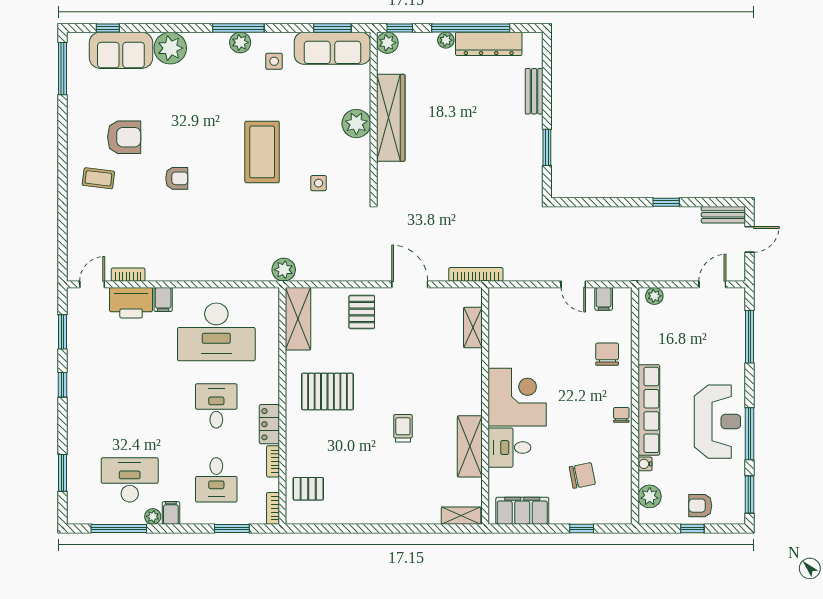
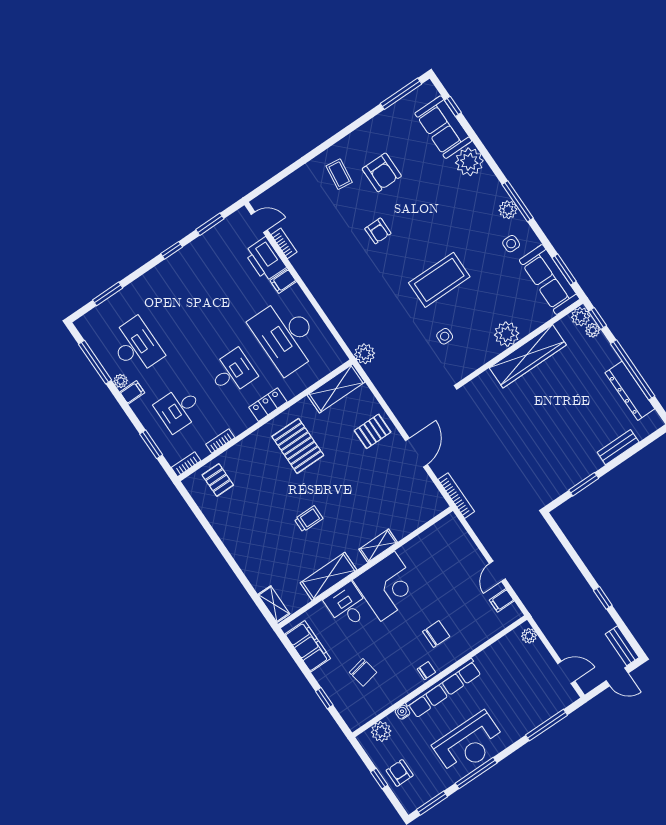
plant: (446, 40) -> (593, 330), moved
shelving: (473, 328) -> (378, 546), moved
chair: (607, 354) -> (436, 634), moved
locker: (269, 424) -> (268, 405), moved

